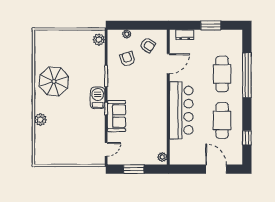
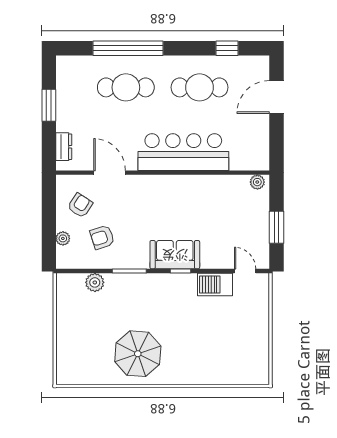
plant: (99, 40) -> (95, 282), moved
barbecue: (98, 98) -> (215, 284), moved
sofa: (116, 116) -> (175, 255), moved
plant: (40, 120) -> (198, 375), removed

